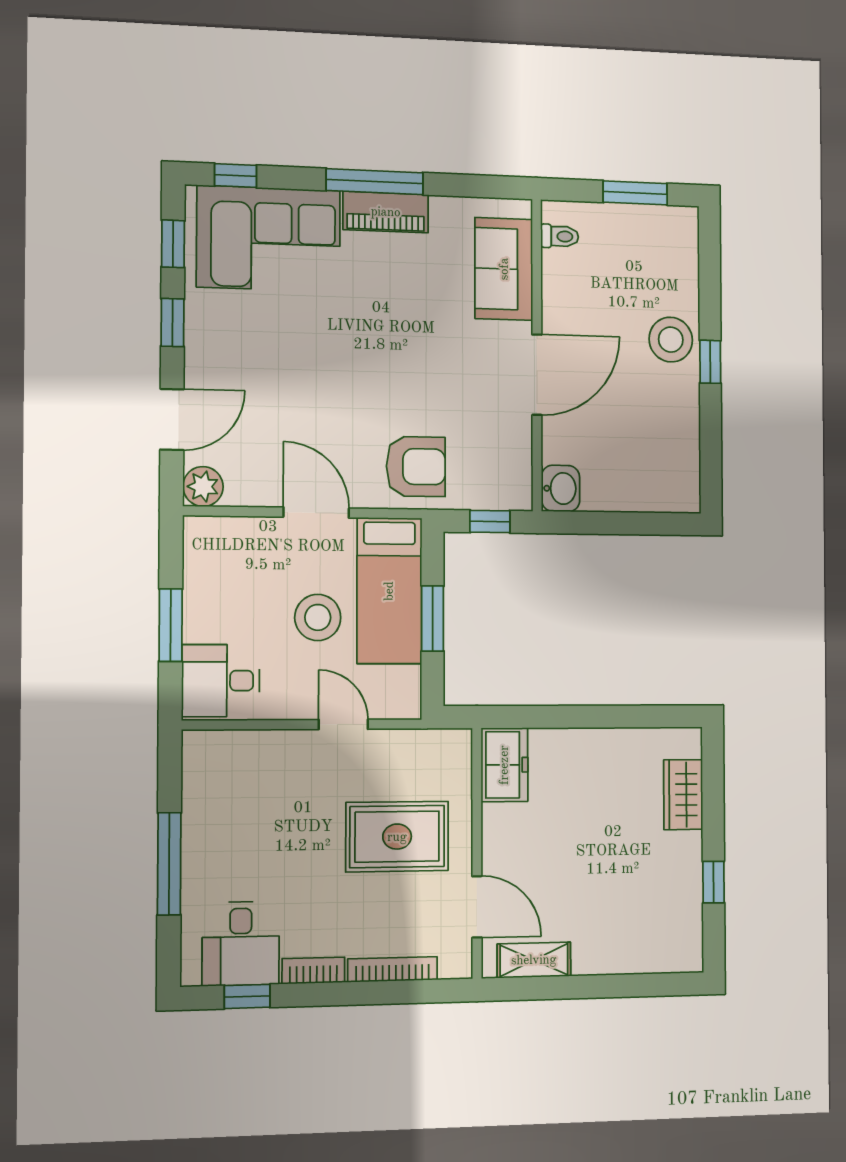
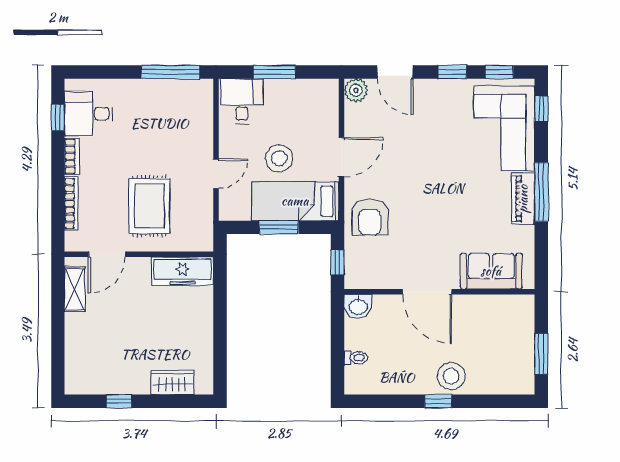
toilet: (560, 236) -> (356, 358), moved, turned -90
freezer: (504, 765) -> (182, 271), width x1.40
window: (169, 864) -> (170, 72), moved

